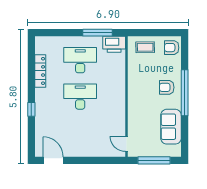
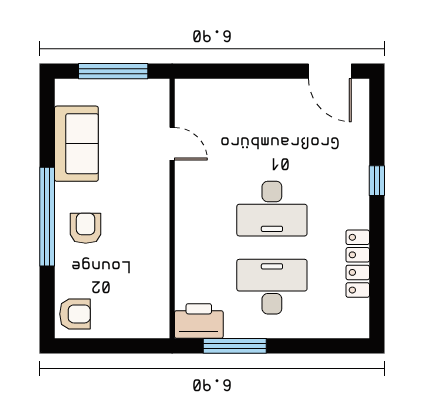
coffee table: (145, 47) -> (132, 315), removed
desk: (80, 60) -> (272, 287), turned 180
armchair: (167, 87) -> (86, 228), turned -90
door: (127, 144) -> (172, 144), moved

